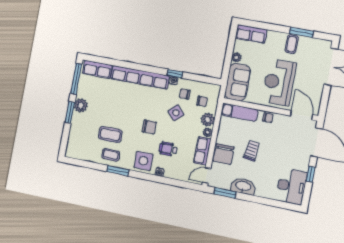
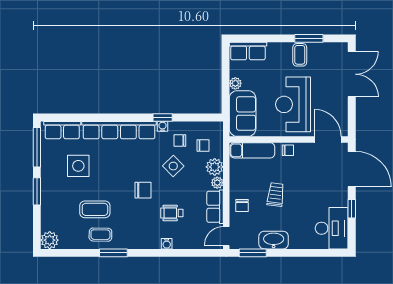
plant: (81, 105) -> (50, 240), moved
chair: (223, 154) -> (242, 205), width x0.54, depth x0.54
side table: (143, 161) -> (78, 166), moved

